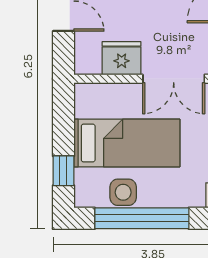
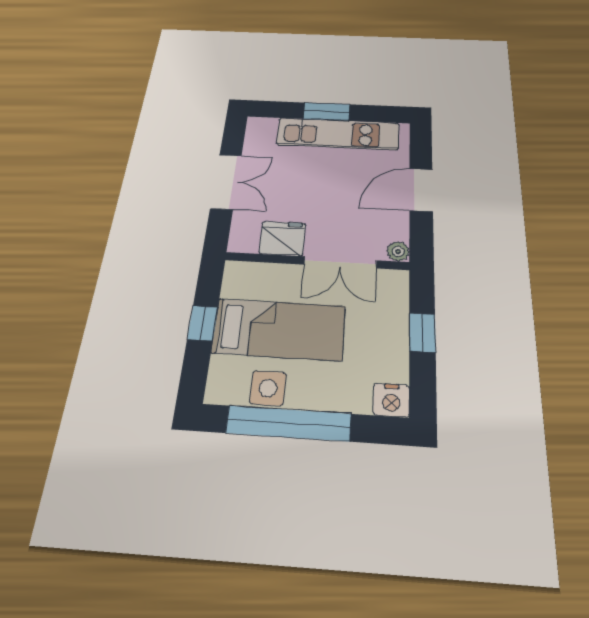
window: (63, 171) -> (203, 323), moved

